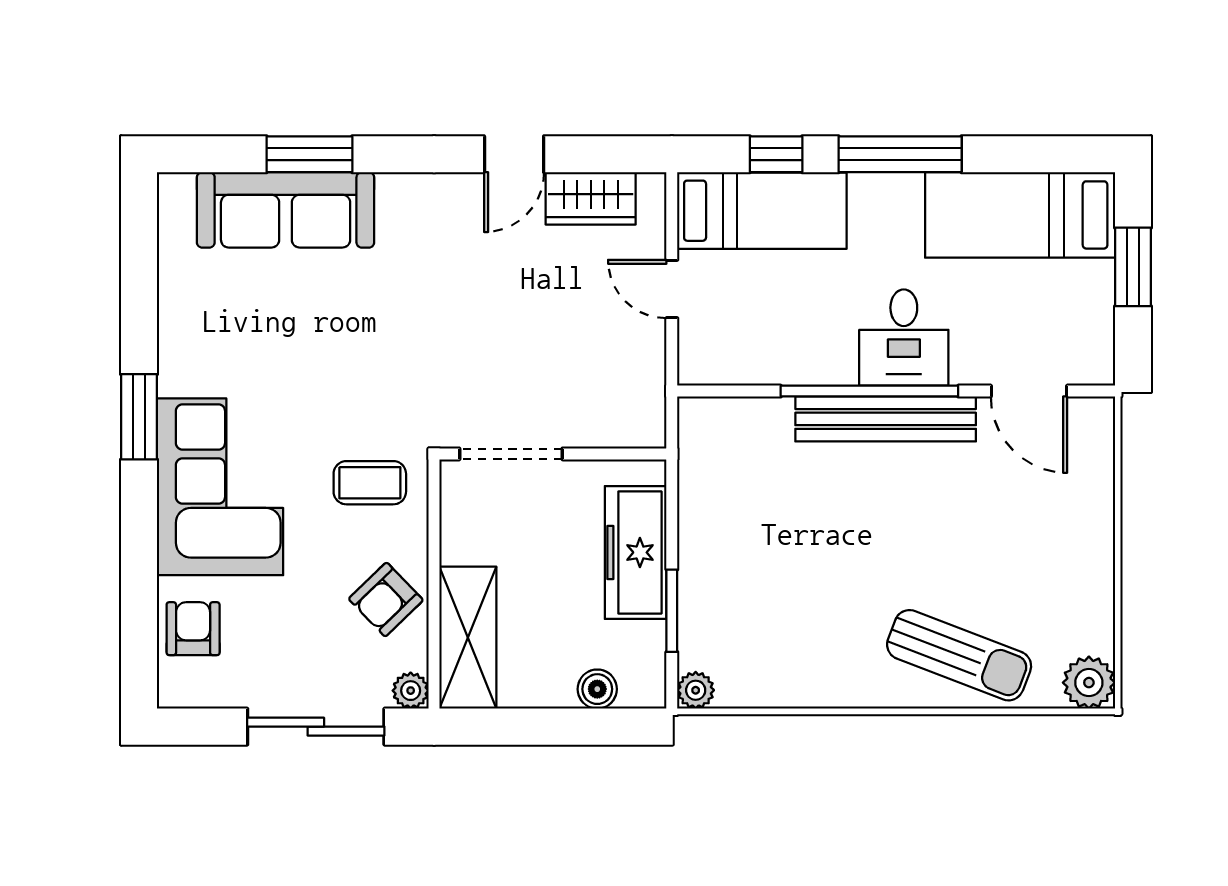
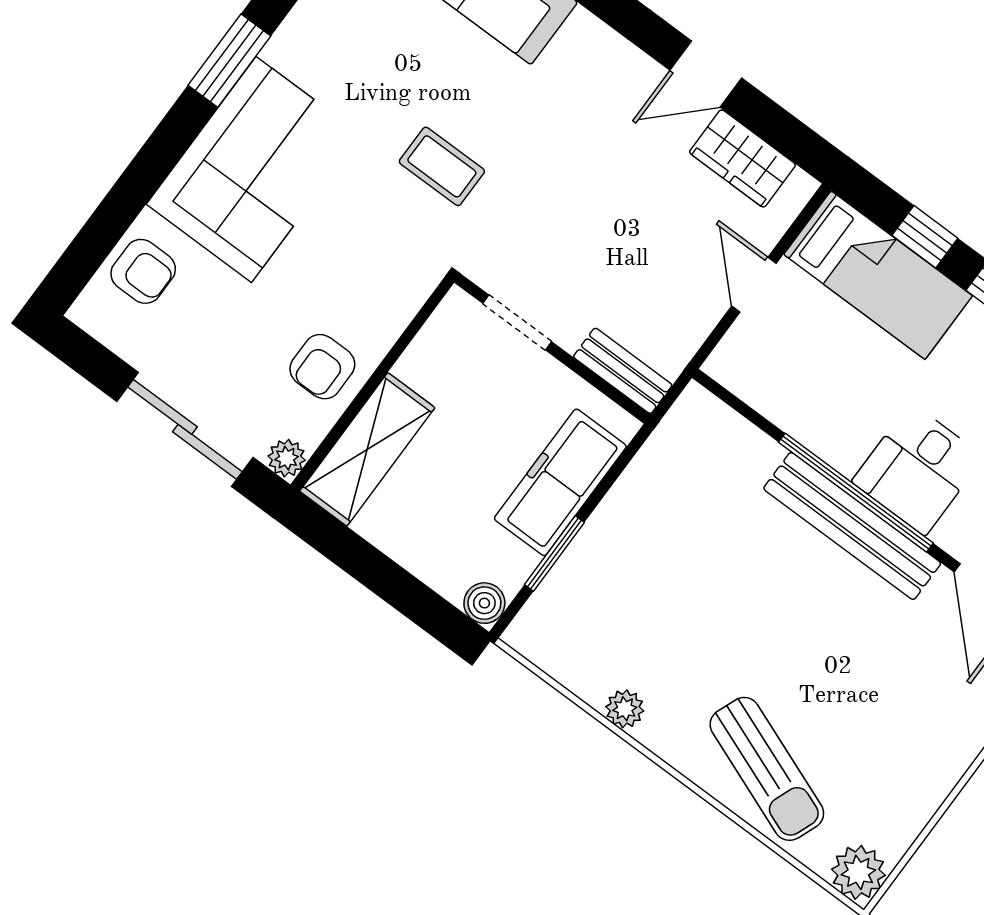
bench: (620, 431) -> (623, 371), added
doorway: (511, 454) -> (517, 323), width x0.73
coffee table: (370, 483) -> (442, 166), moved
armchair: (386, 599) -> (322, 367), turned -46
armchair: (193, 629) -> (143, 271), turned 90
boiler: (597, 689) -> (484, 603), moved
plant: (696, 690) -> (625, 709), moved

